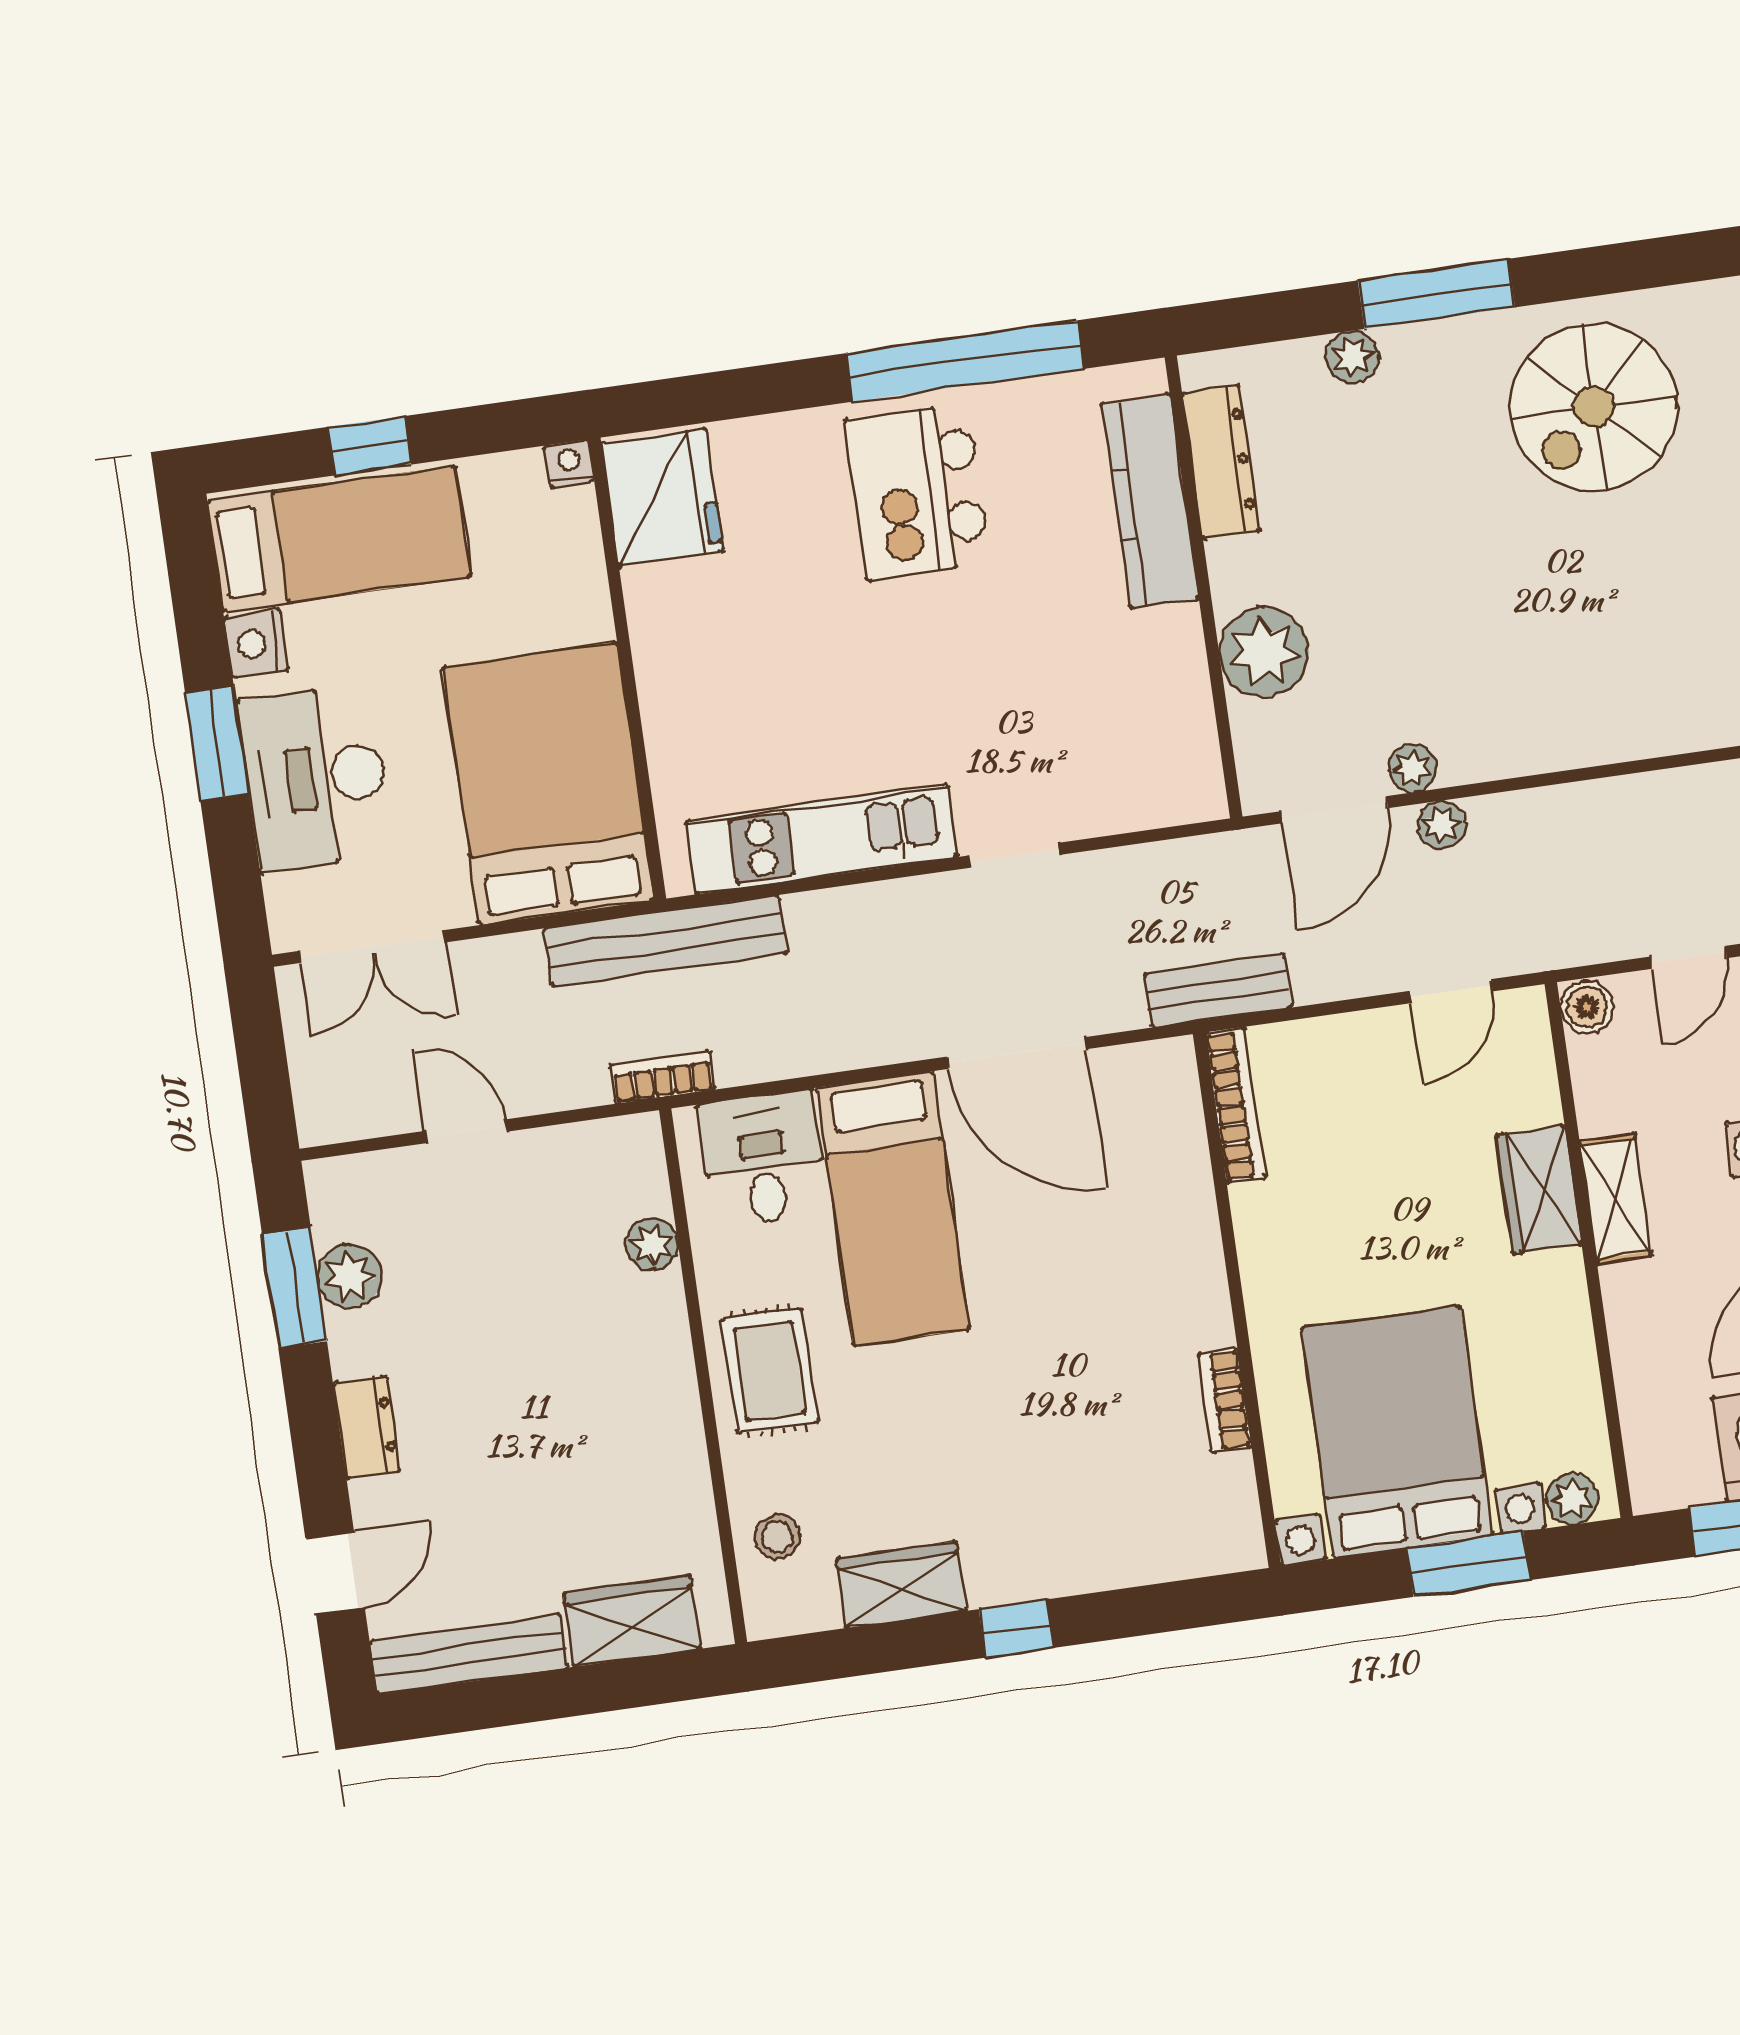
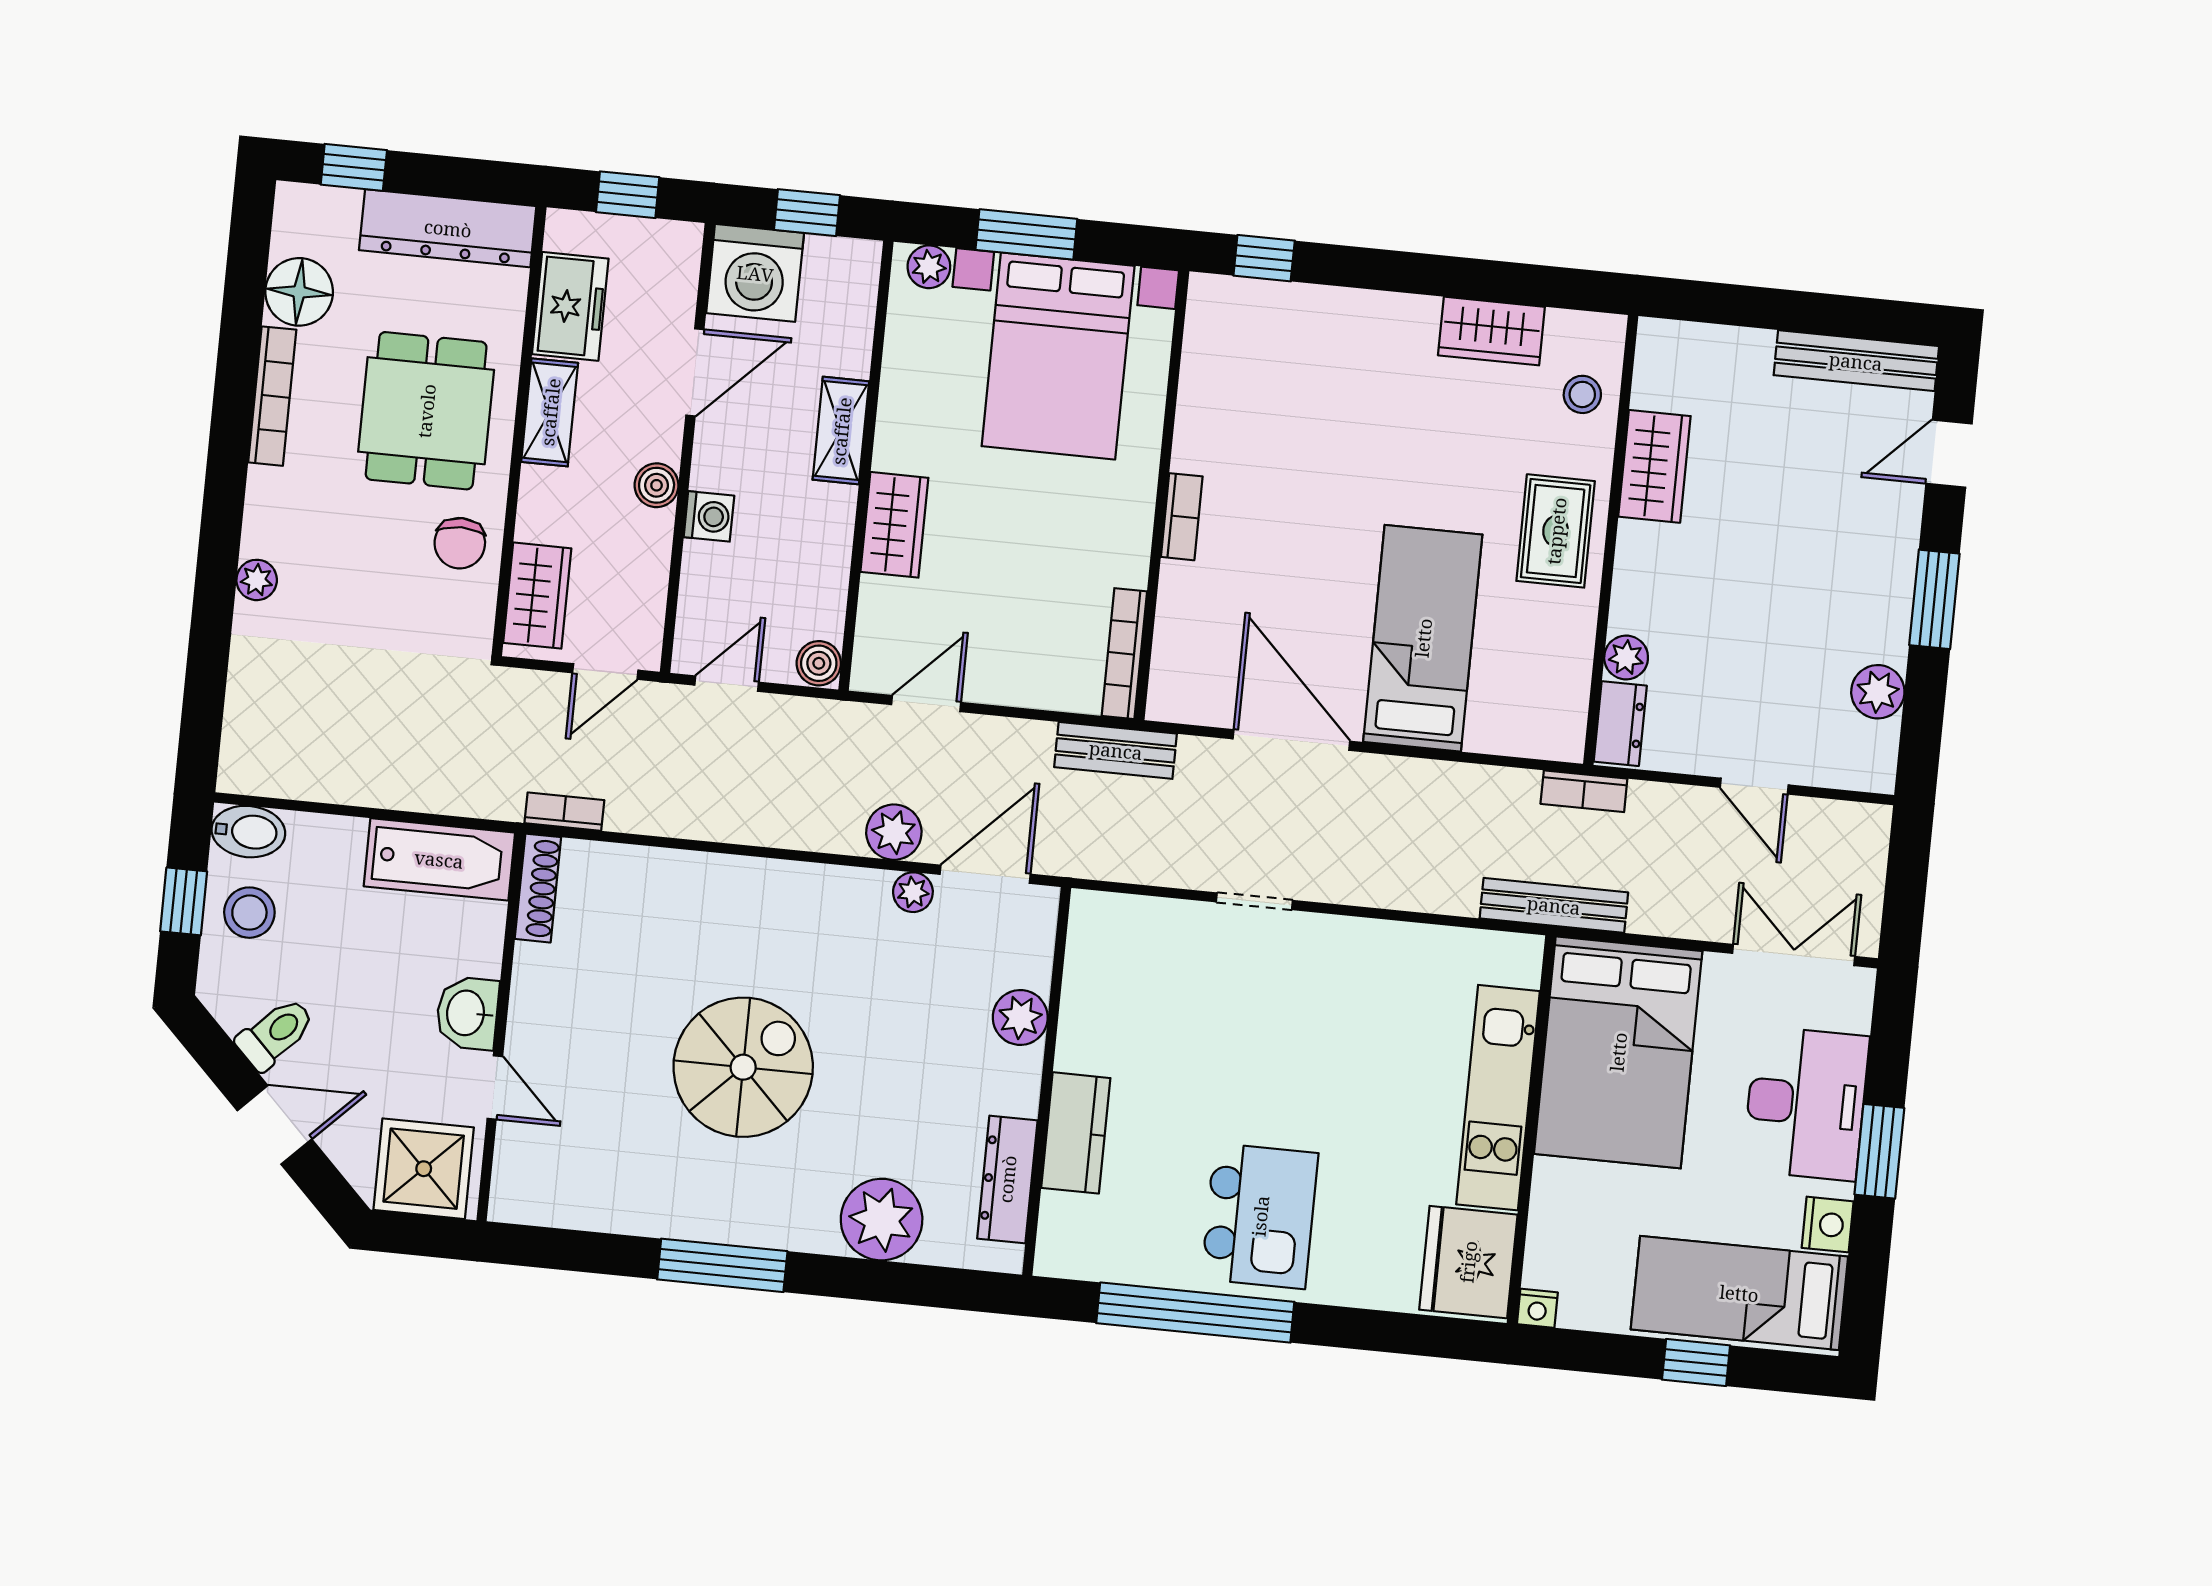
window: (1436, 294) -> (722, 1265), moved
plant: (1352, 357) -> (882, 1220), width x1.87, depth x1.87
spiral stairs: (1594, 407) -> (743, 1067), moved
kitchen counter: (1150, 501) -> (1076, 1133), width x0.67
plant: (1264, 652) -> (1020, 1017), width x0.73, depth x0.73
plant: (1442, 825) -> (894, 832), width x1.38, depth x1.38
kitchen unit: (821, 839) -> (1498, 1098), moved, turned 90
bench: (666, 941) -> (1554, 905), width x0.73, depth x0.82
desk: (763, 1159) -> (1519, 705), removed
shelving: (1616, 1199) -> (841, 431), moved
window: (294, 1288) -> (1934, 599), moved
bookcase: (1225, 1401) -> (1182, 517), moved
dresser: (366, 1427) -> (1620, 724), moved, turned 180
wardrobe: (632, 1621) -> (1654, 466), moved, turned -90
window: (1016, 1629) -> (1264, 258), moved

